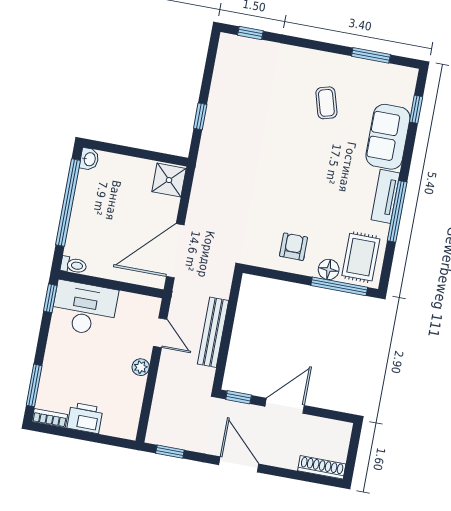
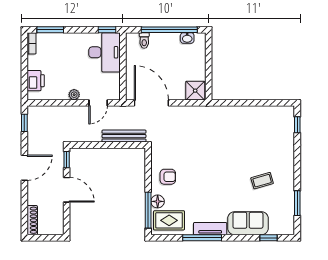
window: (200, 116) -> (239, 103), removed
washbasin: (89, 159) -> (187, 38), moved
toilet: (74, 265) -> (144, 40), moved
bench: (213, 332) -> (124, 136), moved
printer: (85, 418) -> (36, 81), moved

